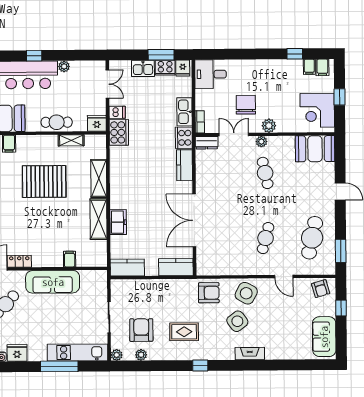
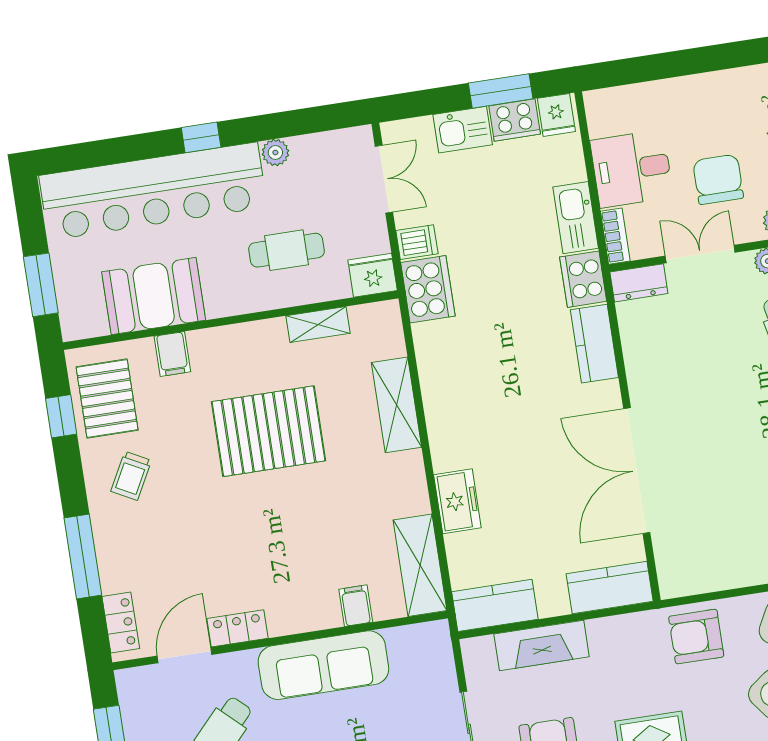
desk: (210, 74) -> (632, 169), moved
cafe table: (57, 122) -> (287, 250), moved
shelving: (99, 219) -> (420, 565), moved
fireplace: (144, 287) -> (542, 645), added
armchair: (209, 293) -> (696, 637), turned 180

